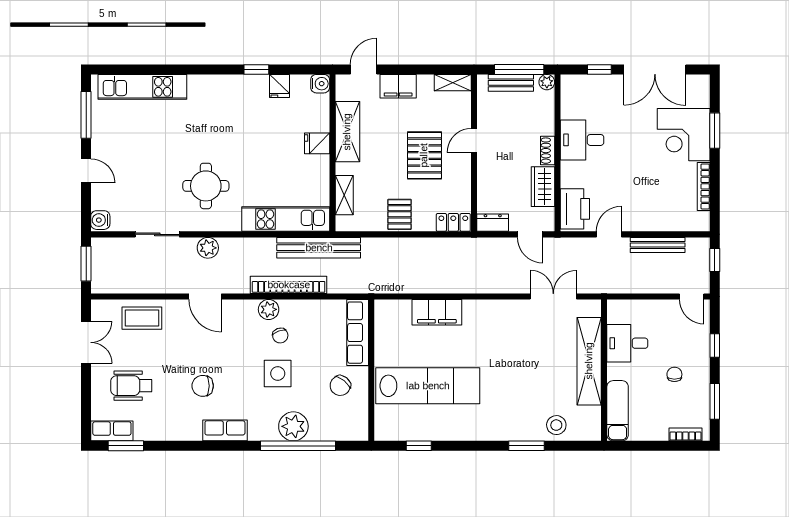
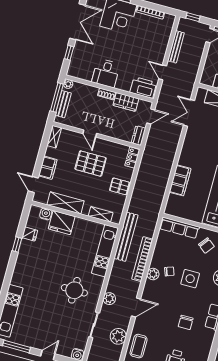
water cooler: (320, 84) -> (46, 214), moved
fridge: (317, 143) -> (62, 223), width x1.88, depth x1.34
plant: (149, 280) -> (118, 336), added

